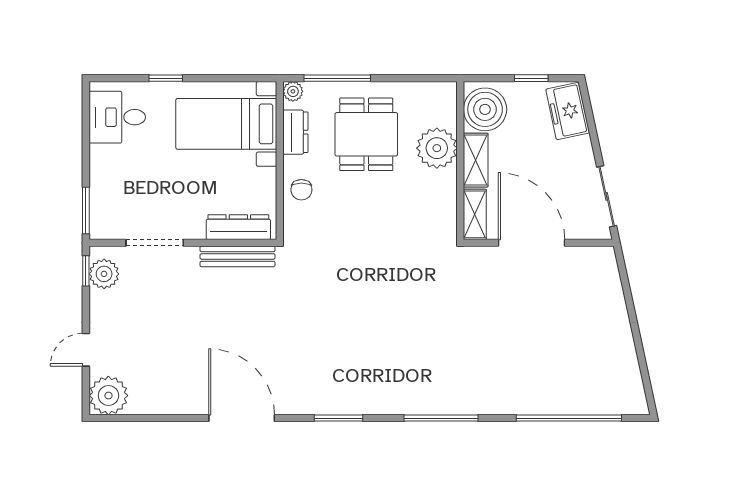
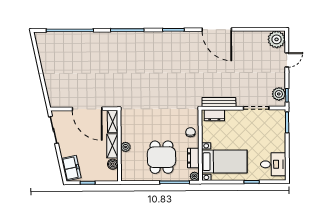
boiler: (485, 109) -> (113, 164), width x0.54, depth x0.54
plant: (437, 148) -> (126, 147), width x0.53, depth x0.53
dresser: (238, 227) -> (214, 115), width x0.70

